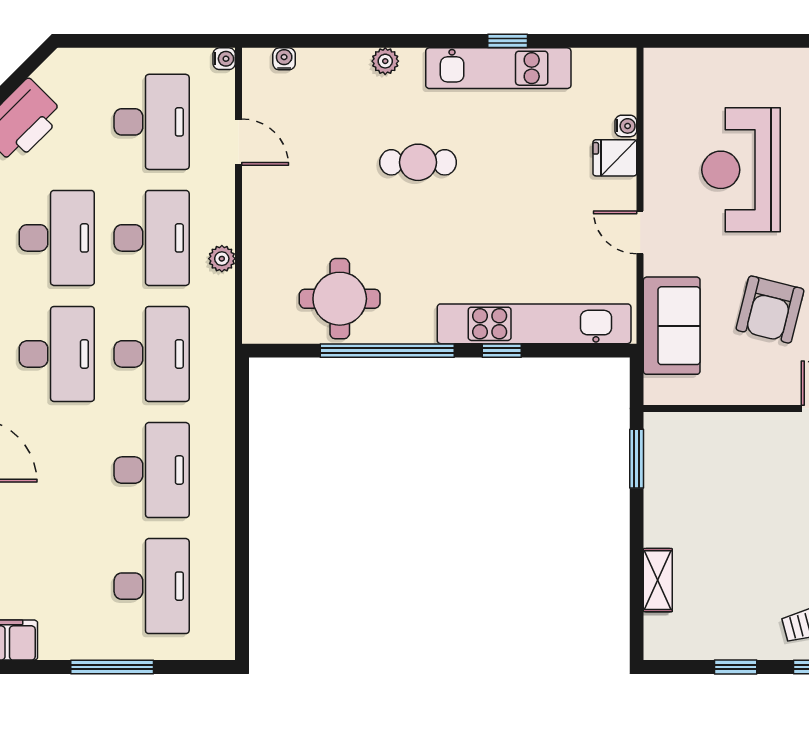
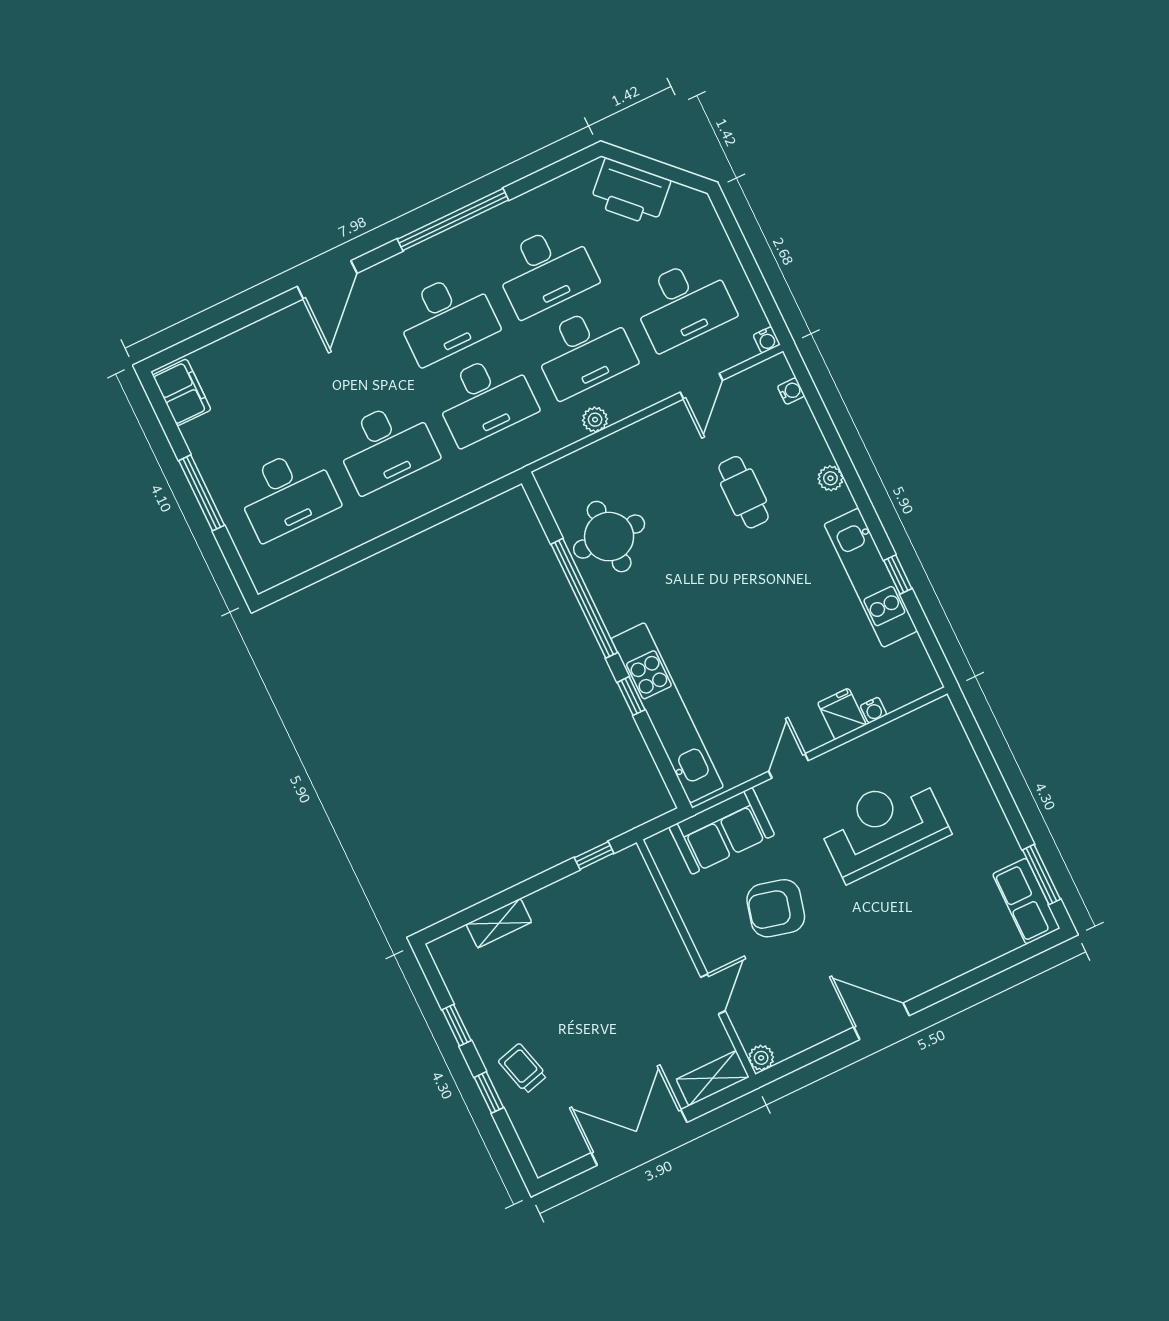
cafe table: (418, 162) -> (744, 492), moved
window: (637, 459) -> (594, 855), width x0.67

